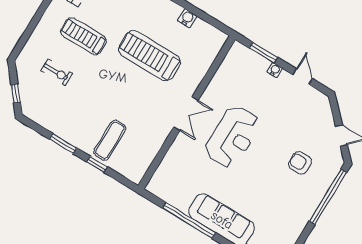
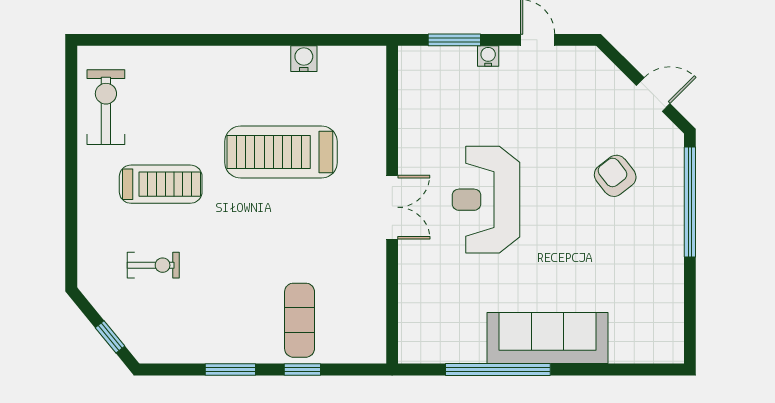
treadmill: (84, 36) -> (161, 184), turned 180
reception desk: (232, 137) -> (486, 200), turned 180
armchair: (300, 163) -> (615, 176), turned 52

